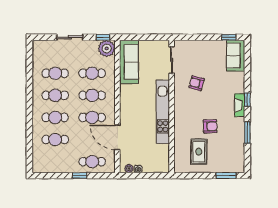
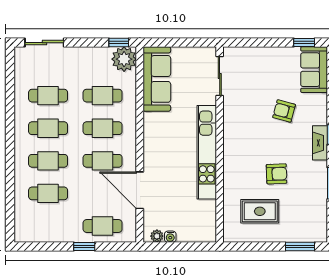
sliding door: (70, 37) -> (44, 43), moved
armchair: (197, 83) -> (284, 111), moved
rug: (199, 152) -> (260, 211), turned 90

